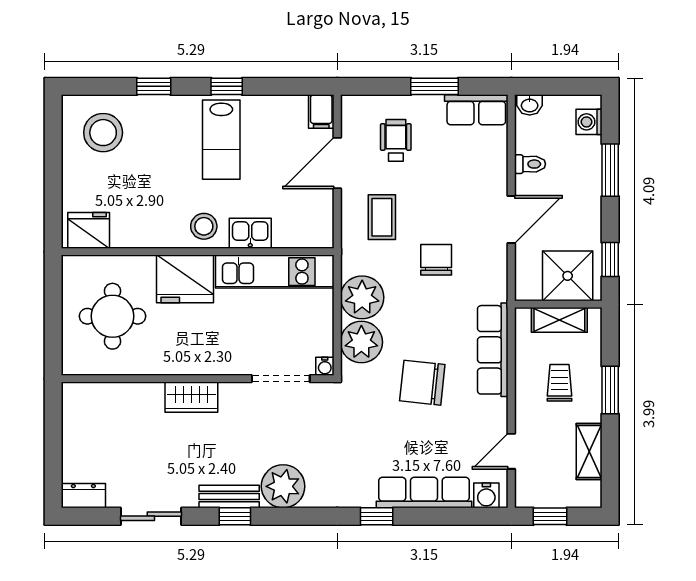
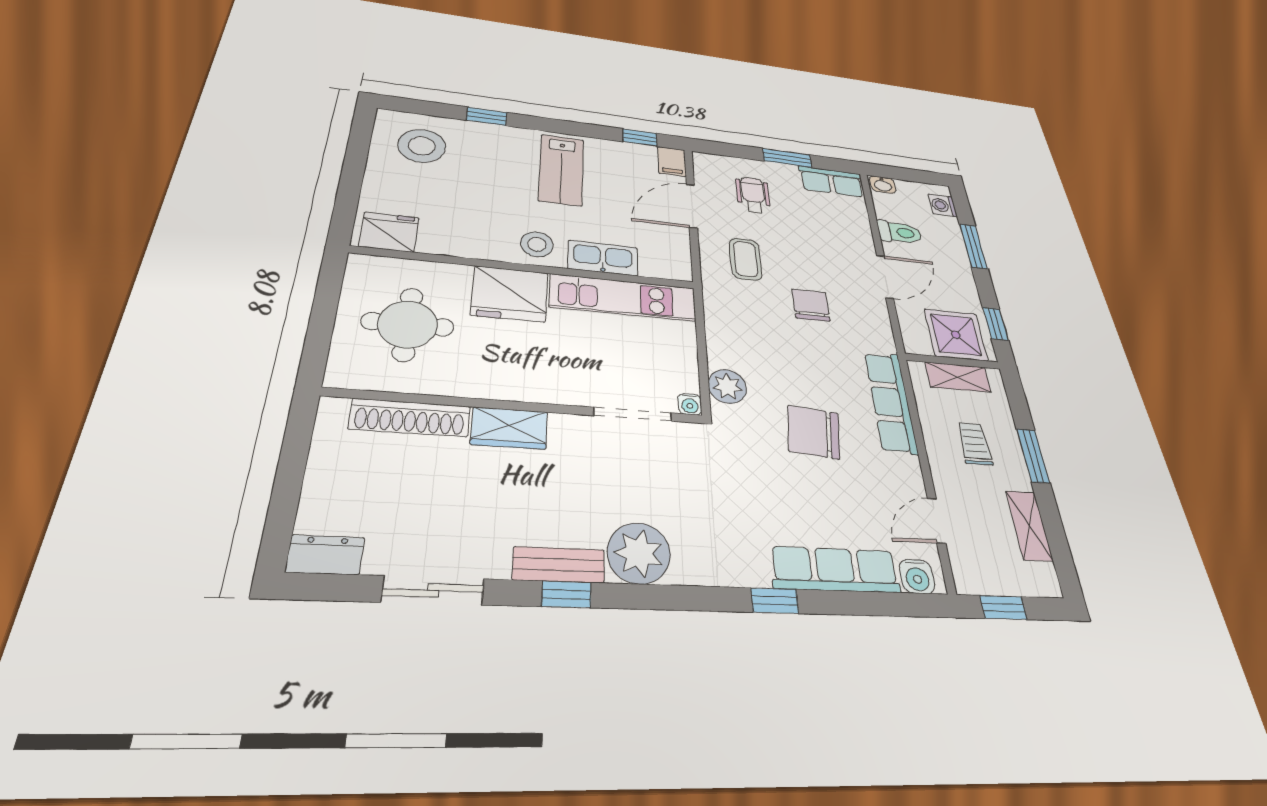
window: (227, 86) -> (640, 138), moved
toilet: (530, 164) -> (900, 232), width x1.37, depth x1.39
kitchen sink: (250, 233) -> (603, 258), width x1.38
plant: (362, 297) -> (730, 334), removed
plant: (361, 342) -> (727, 386), width x0.73, depth x0.73
shoe rack: (123, 394) -> (410, 418), added

